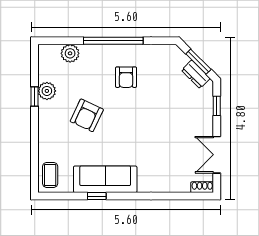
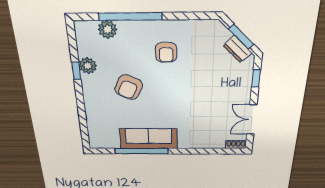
window: (113, 41) -> (130, 16), moved
coffee table: (50, 175) -> (99, 135), removed
window: (97, 196) -> (142, 151), width x3.17

